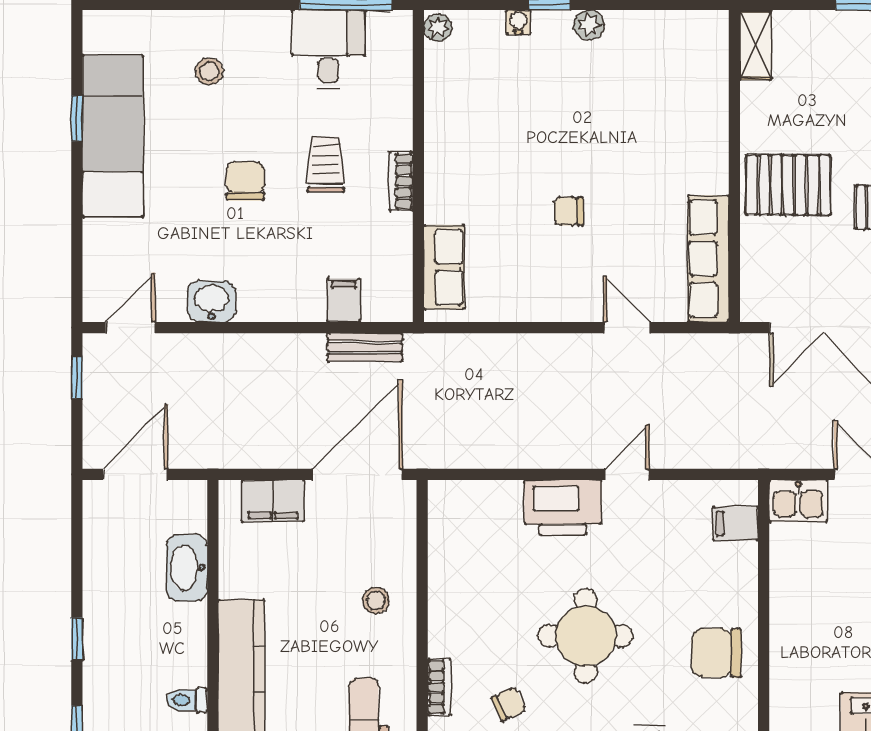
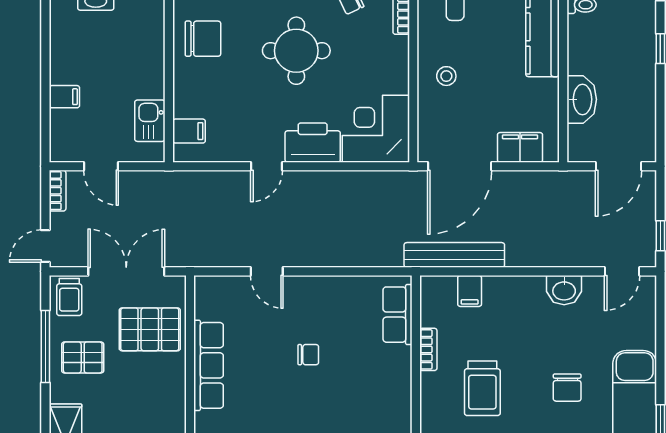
trolley: (326, 164) -> (482, 388), width x1.36, depth x1.39
chair: (245, 181) -> (567, 388), moved
bookcase: (401, 181) -> (428, 349), moved
pallet: (788, 185) -> (150, 329), moved
row of seats: (708, 259) -> (209, 365), moved
bench: (365, 347) -> (454, 255), width x1.86, depth x1.21
kitchen sink: (798, 501) -> (150, 121), moved, turned -90
corner desk: (475, 527) -> (376, 129), added

